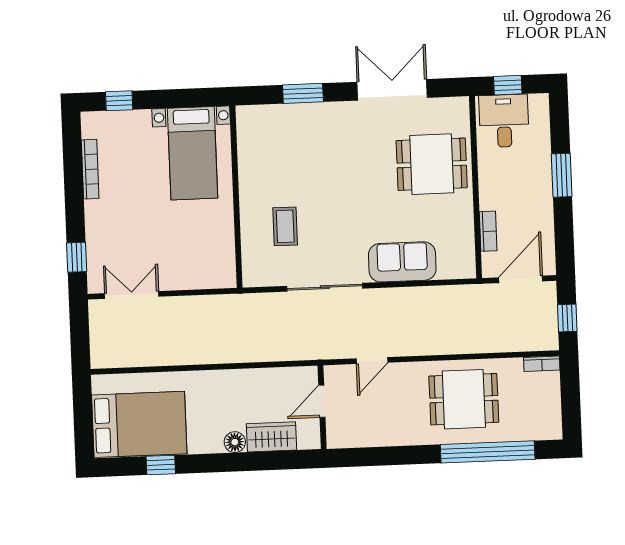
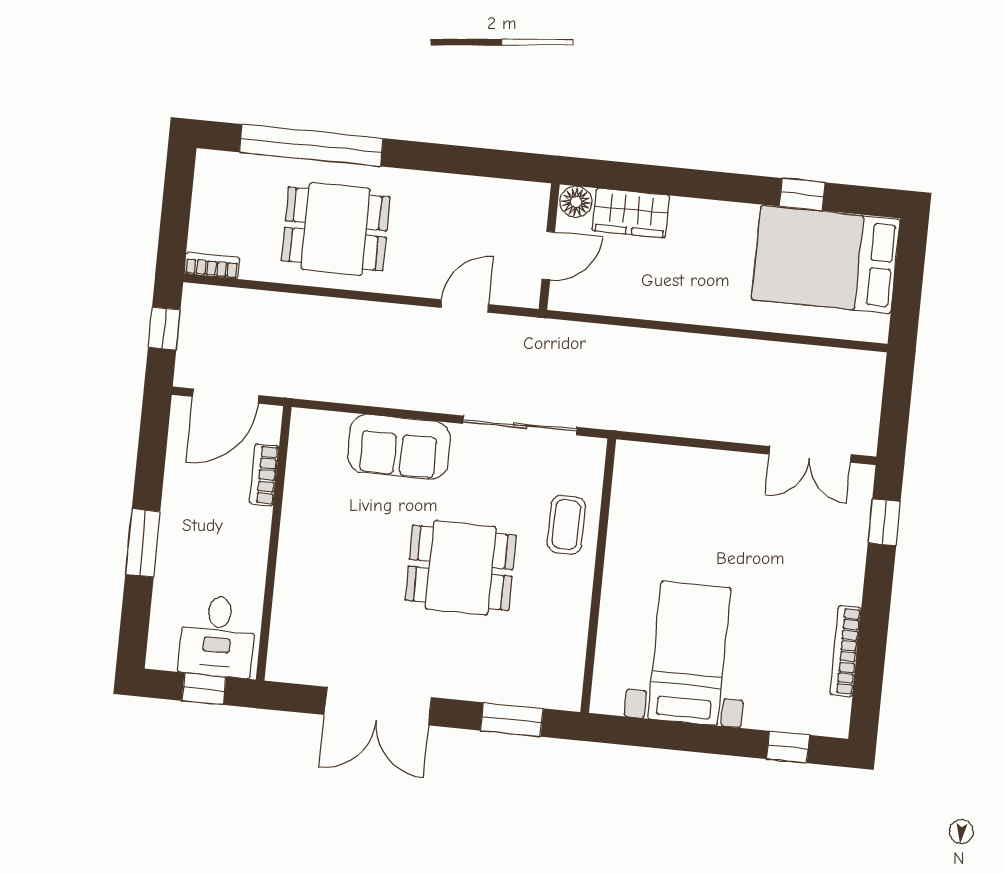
dining table: (432, 164) -> (461, 568), moved
wall: (236, 197) -> (598, 576), moved
floor lamp: (235, 442) -> (576, 202), moved

